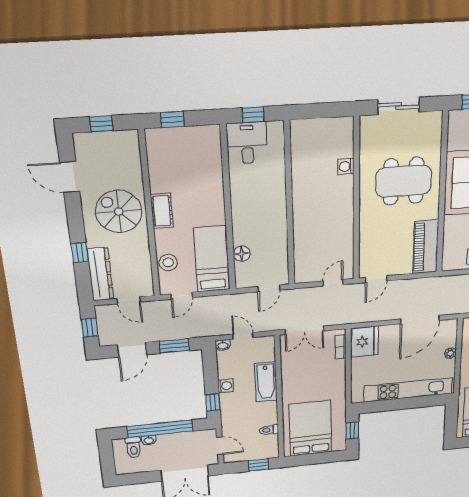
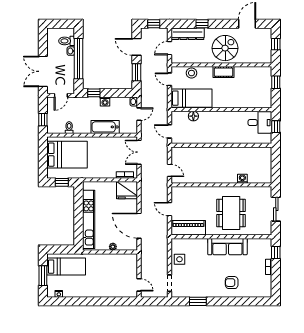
door: (376, 279) -> (170, 209), moved

